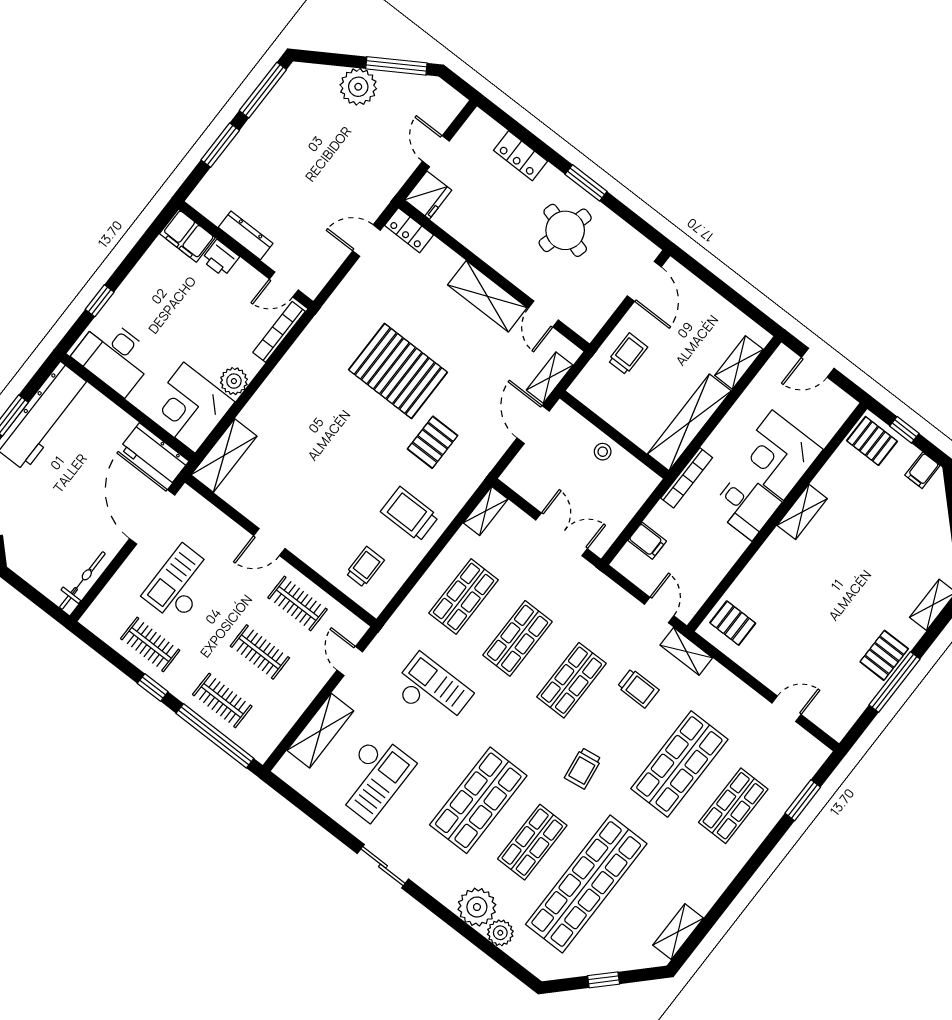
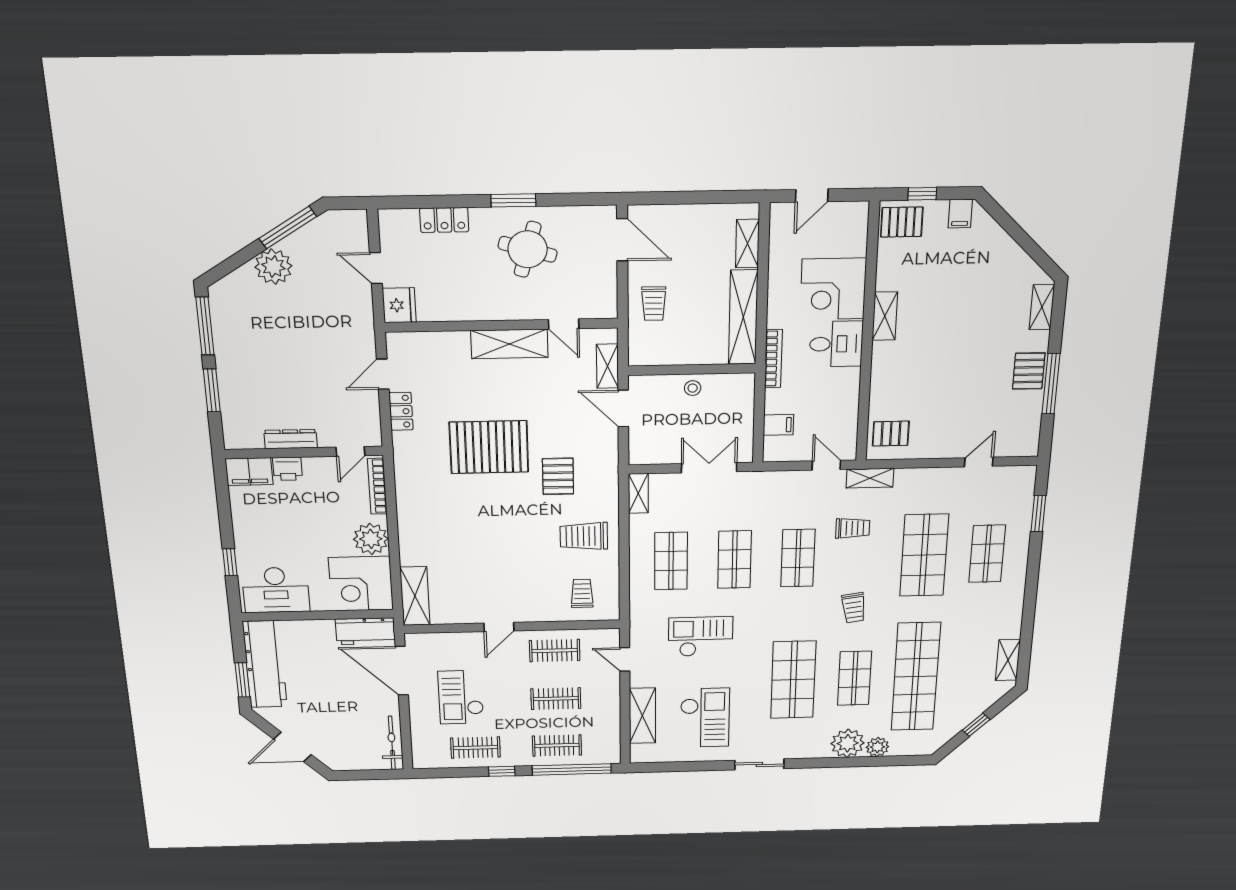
locker: (409, 230) -> (401, 411), moved, turned -90
trolley: (628, 354) -> (654, 304), turned 180
plant: (234, 381) -> (371, 539), width x1.36, depth x1.36

